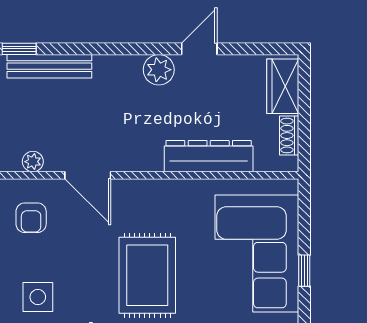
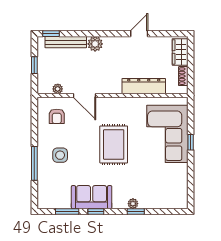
plant: (159, 70) -> (95, 44), moved

